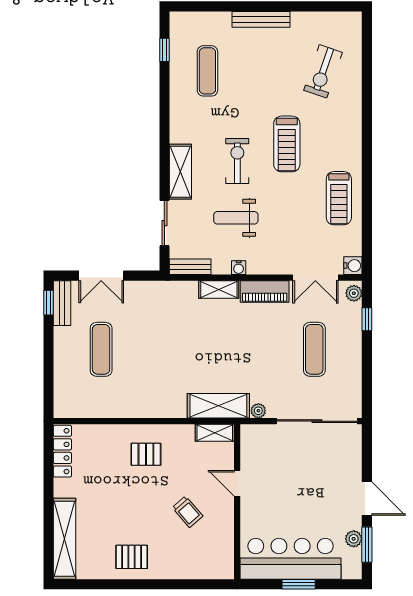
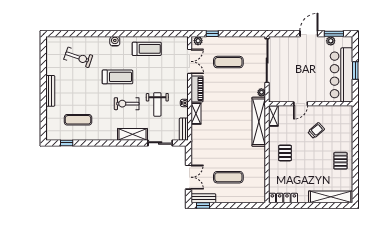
water cooler: (353, 266) -> (115, 41), moved
shelving: (218, 406) -> (259, 122), width x1.47

